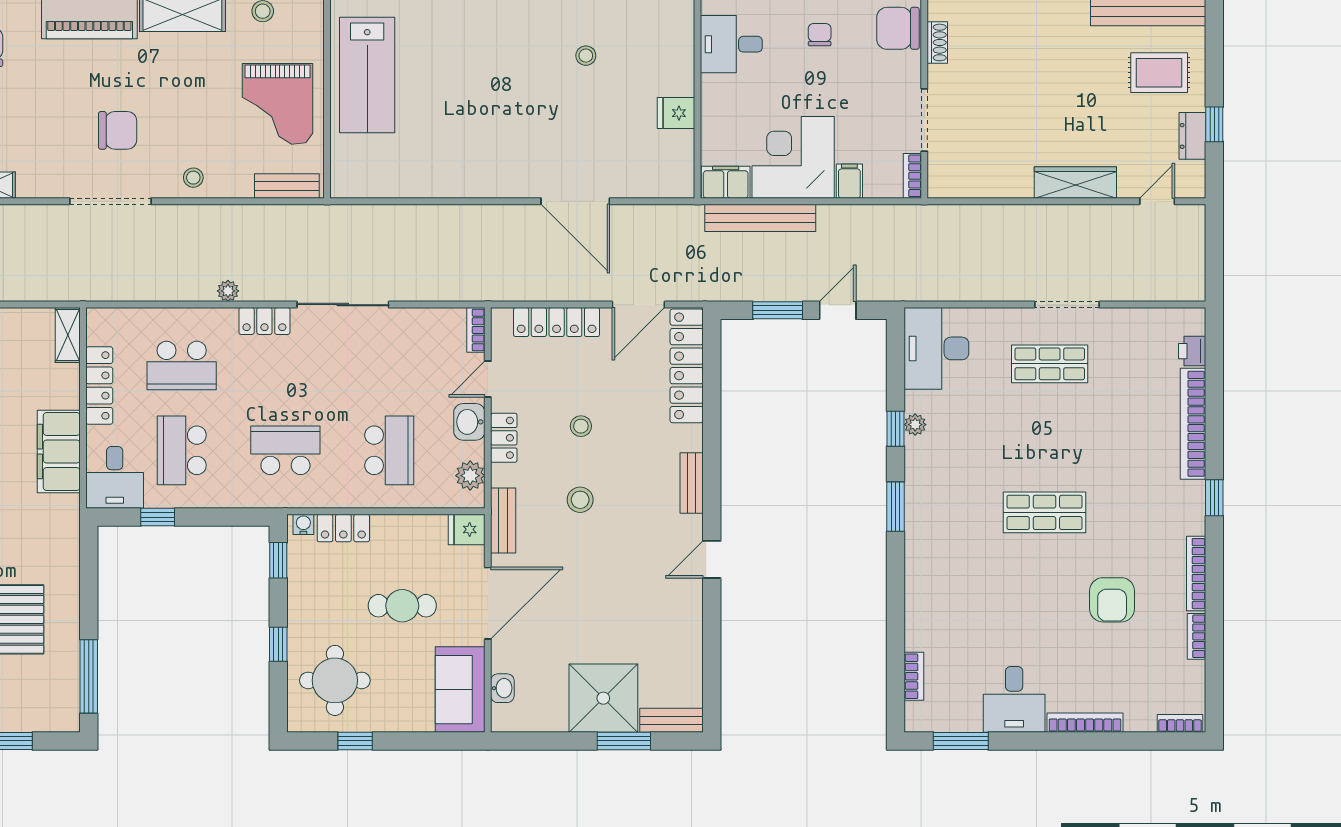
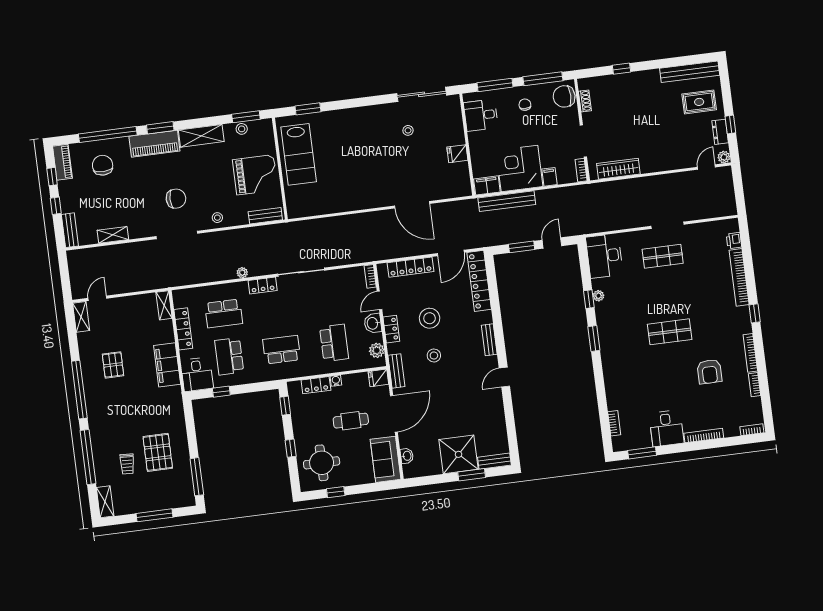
grand piano: (278, 104) -> (255, 175), turned -90
wardrobe: (1075, 182) -> (618, 169), moved
plant: (1194, 186) -> (724, 157), added
stool: (581, 426) -> (430, 318), width x1.89, depth x1.89
water cooler: (303, 524) -> (336, 381), moved

